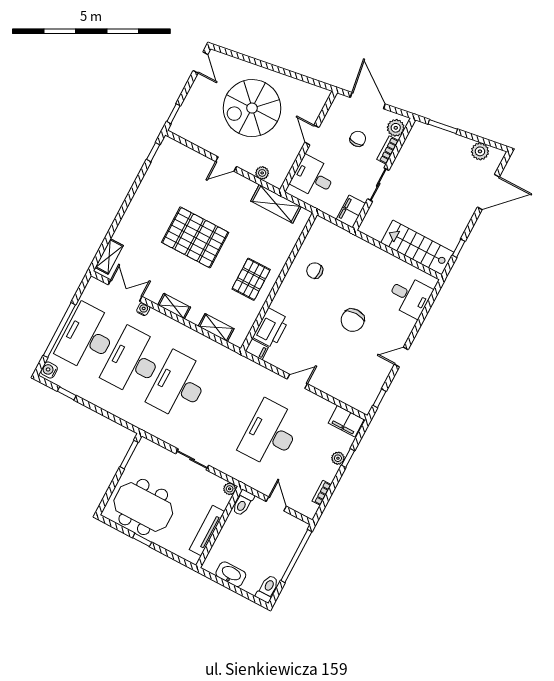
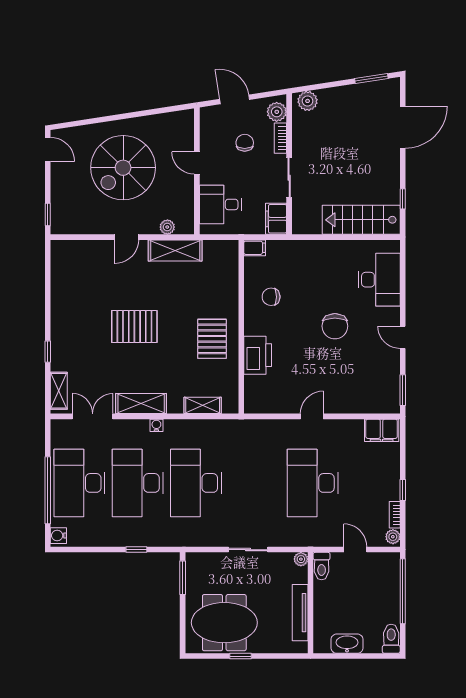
door: (368, 101) -> (235, 99), width x0.73
window: (443, 127) -> (371, 79), moved
plant: (480, 151) -> (308, 101), moved
window: (153, 152) -> (48, 352), moved
shelving: (276, 204) -> (175, 250), moved
pallet: (195, 237) -> (134, 327), width x0.73, depth x0.71
desk: (410, 296) -> (379, 280), width x1.37
shelving: (174, 306) -> (141, 404), width x1.50, depth x1.33
water cooler: (143, 309) -> (156, 425), moved
printer: (271, 328) -> (258, 355), moved
filing cabinet: (257, 349) -> (255, 248), moved
door: (401, 357) -> (403, 337), hinge flipped
window: (67, 393) -> (136, 550), moved
window: (379, 398) -> (403, 390), width x1.50
plant: (338, 458) -> (393, 537), moved
window: (348, 458) -> (403, 490), moved

